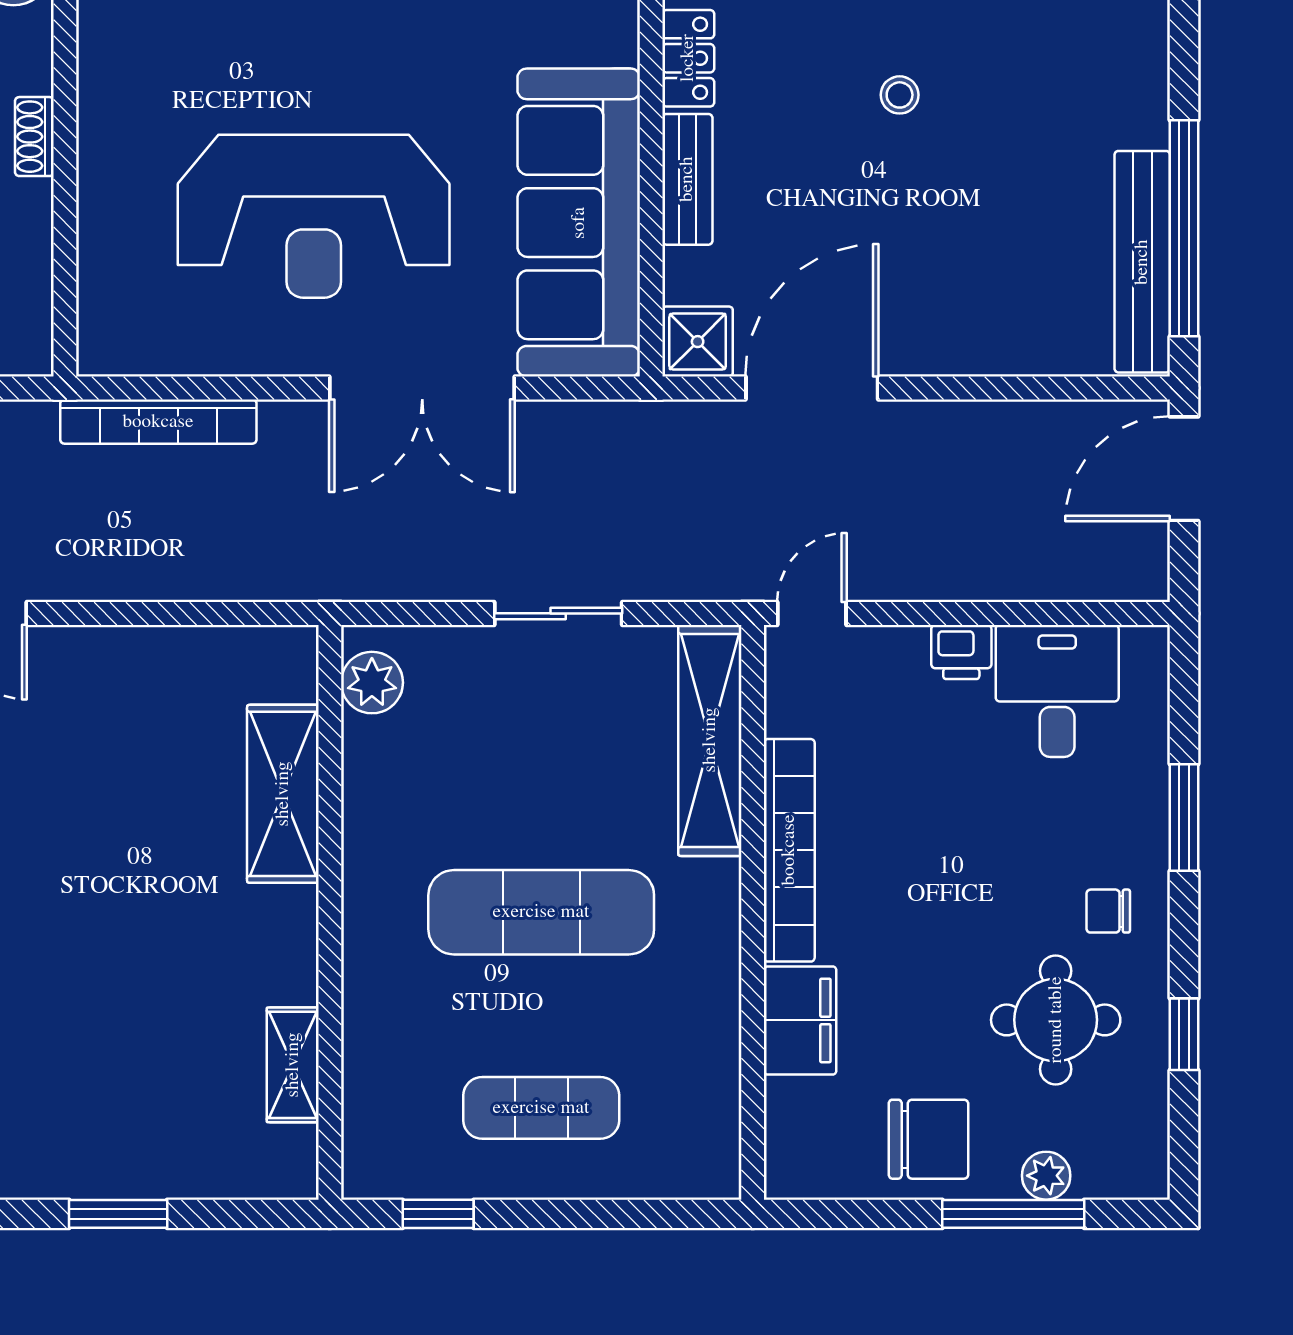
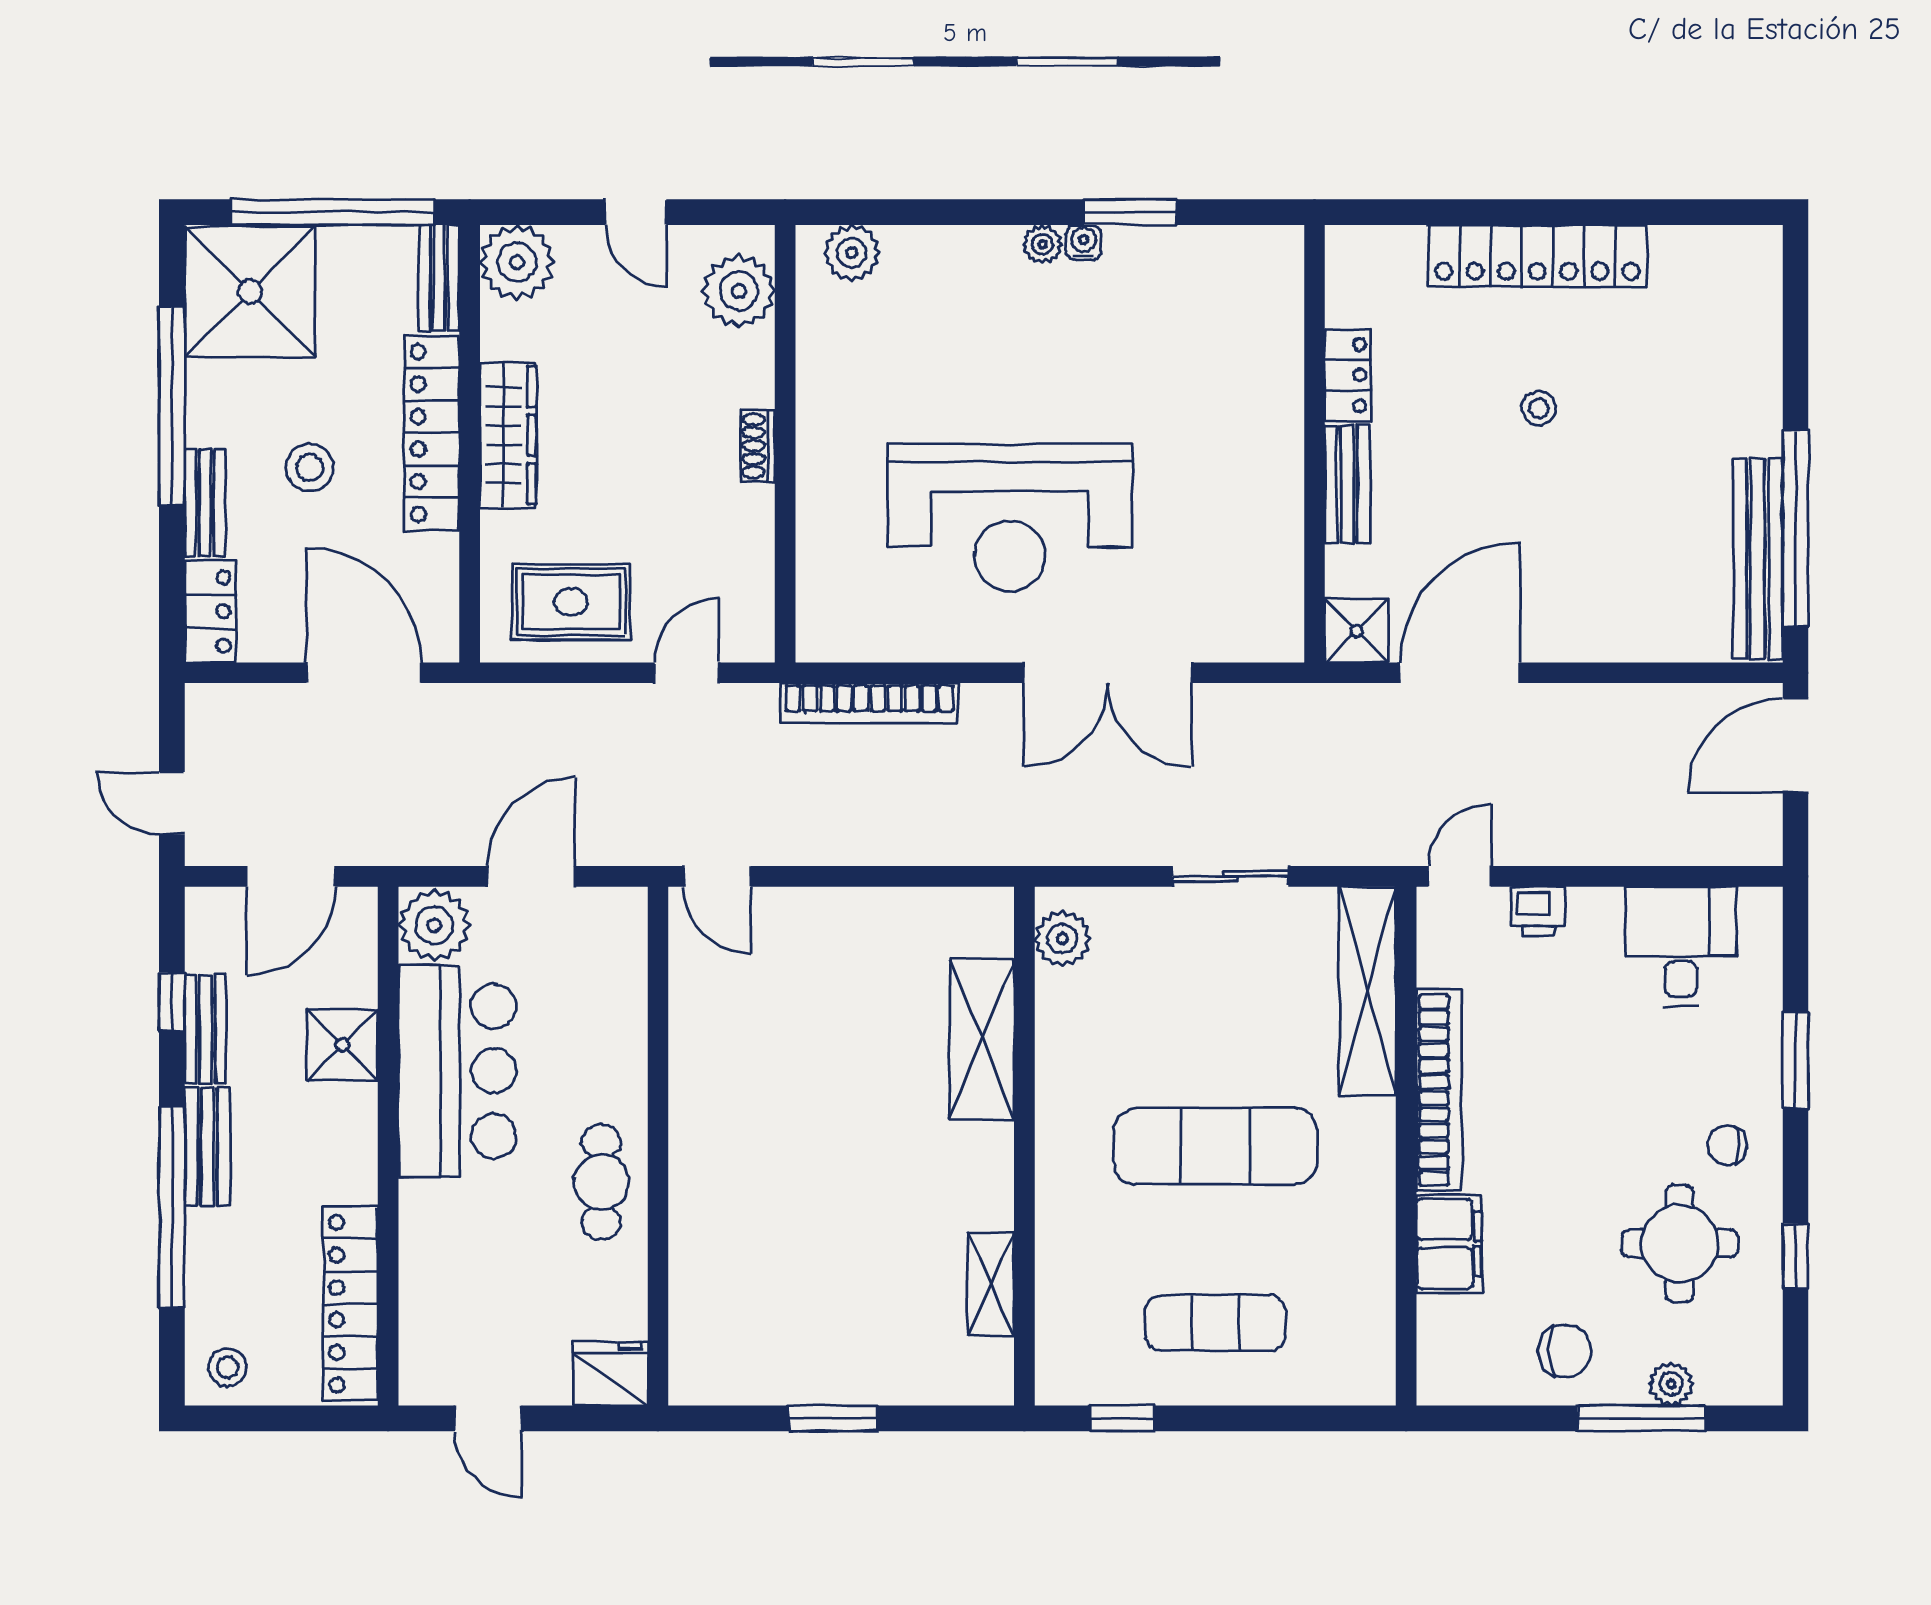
sofa: (579, 223) -> (1249, 523), removed
printer: (961, 652) -> (1538, 911), moved
chair: (929, 1139) -> (1565, 1351), width x0.73, depth x0.73

